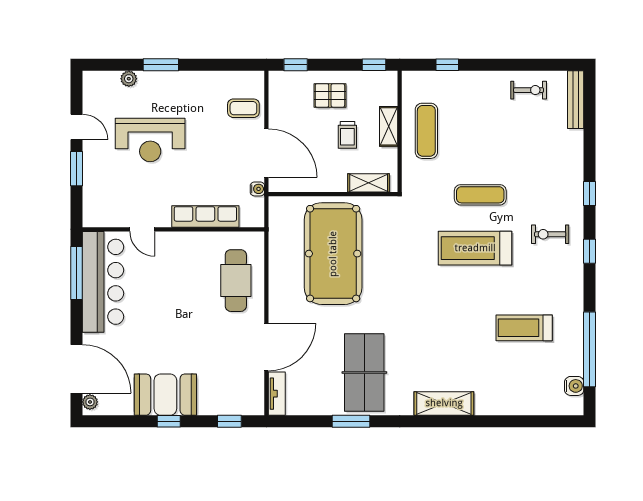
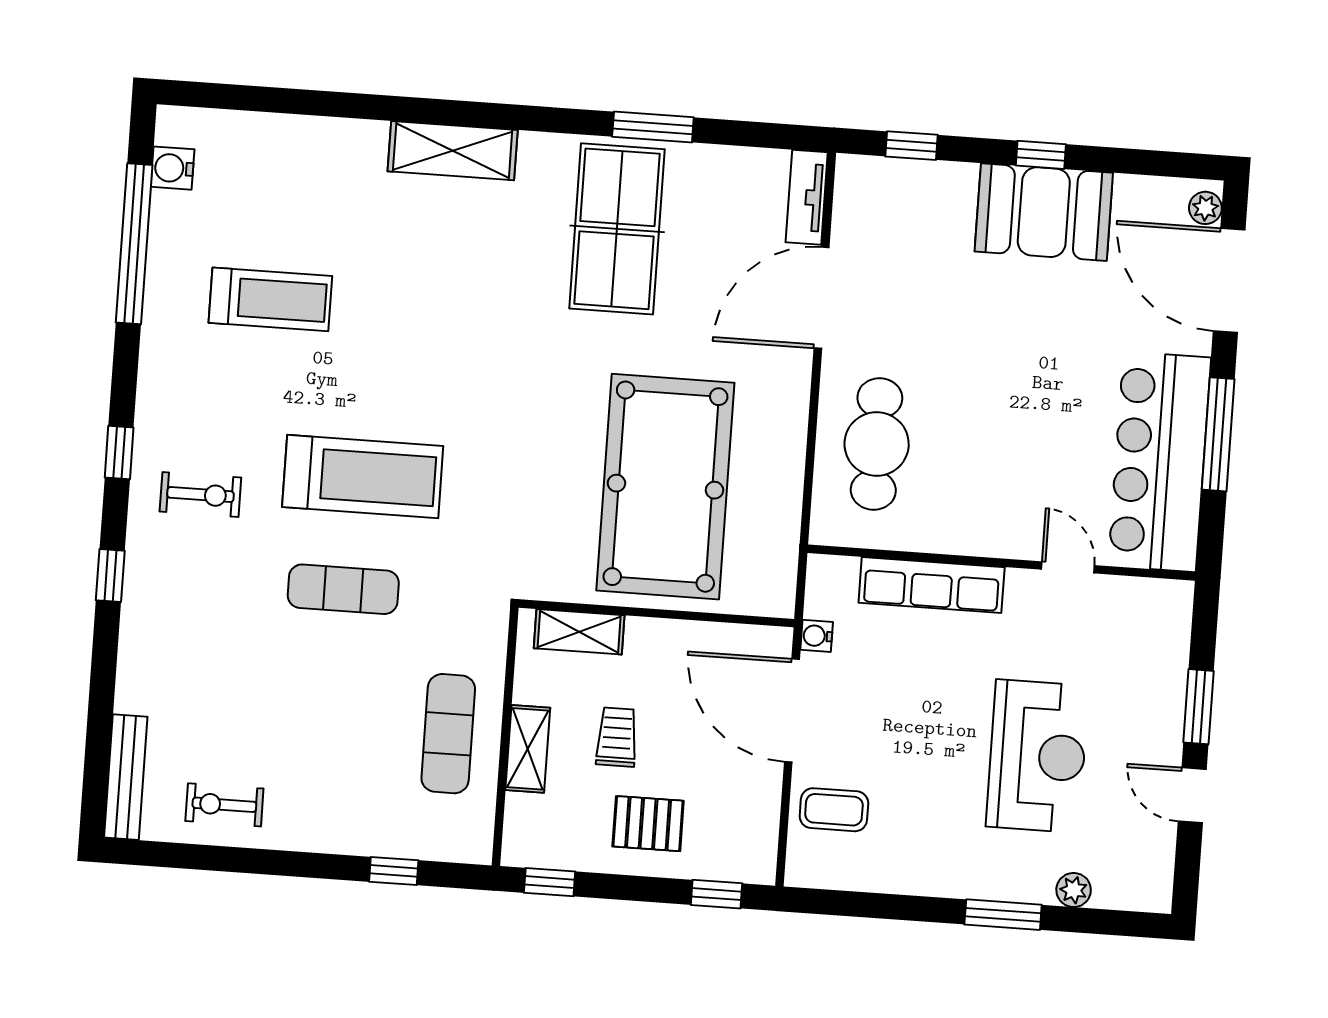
reception desk: (150, 140) -> (1037, 756), turned 90
window: (76, 273) -> (1218, 434), moved

